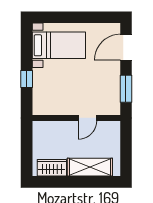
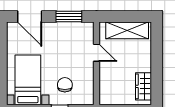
chair: (54, 84) -> (65, 85), added
shelving: (90, 167) -> (127, 30), moved, turned 90

